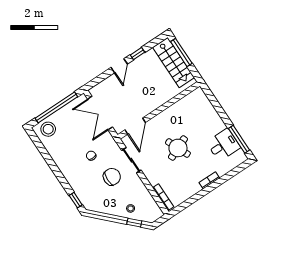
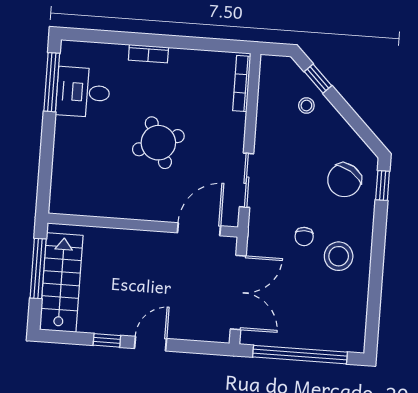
window: (181, 52) -> (38, 269), moved
stool: (48, 129) -> (339, 256), moved
chair: (112, 177) -> (344, 180), moved, turned -58

